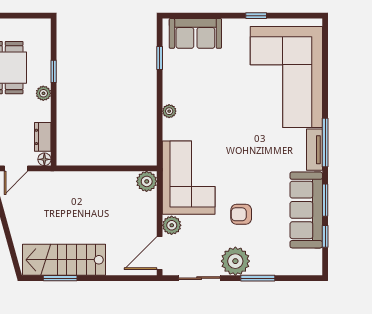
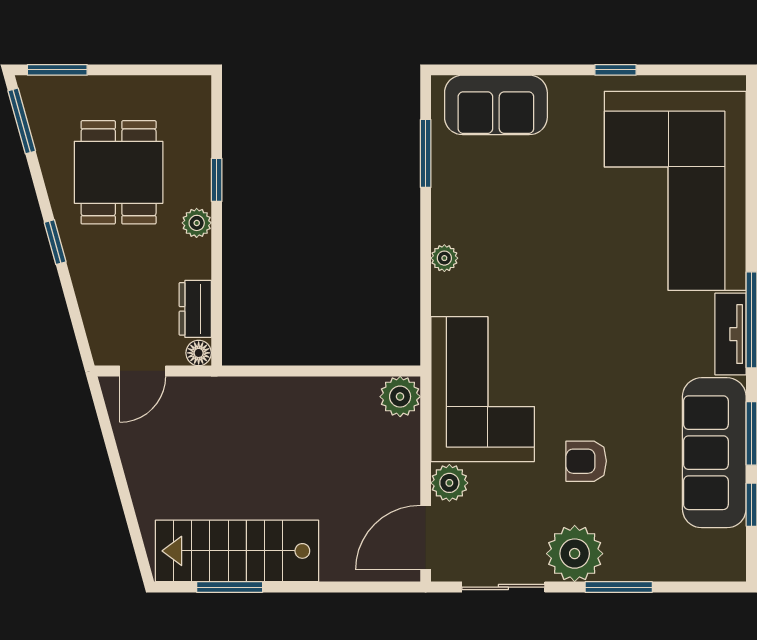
window: (160, 58) -> (426, 153), width x1.50

